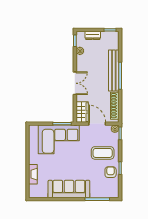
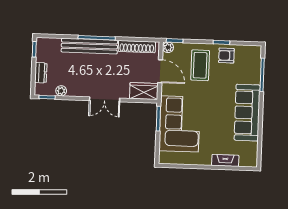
double door: (75, 83) -> (105, 99), swing flipped
door: (97, 124) -> (160, 71), swing flipped

